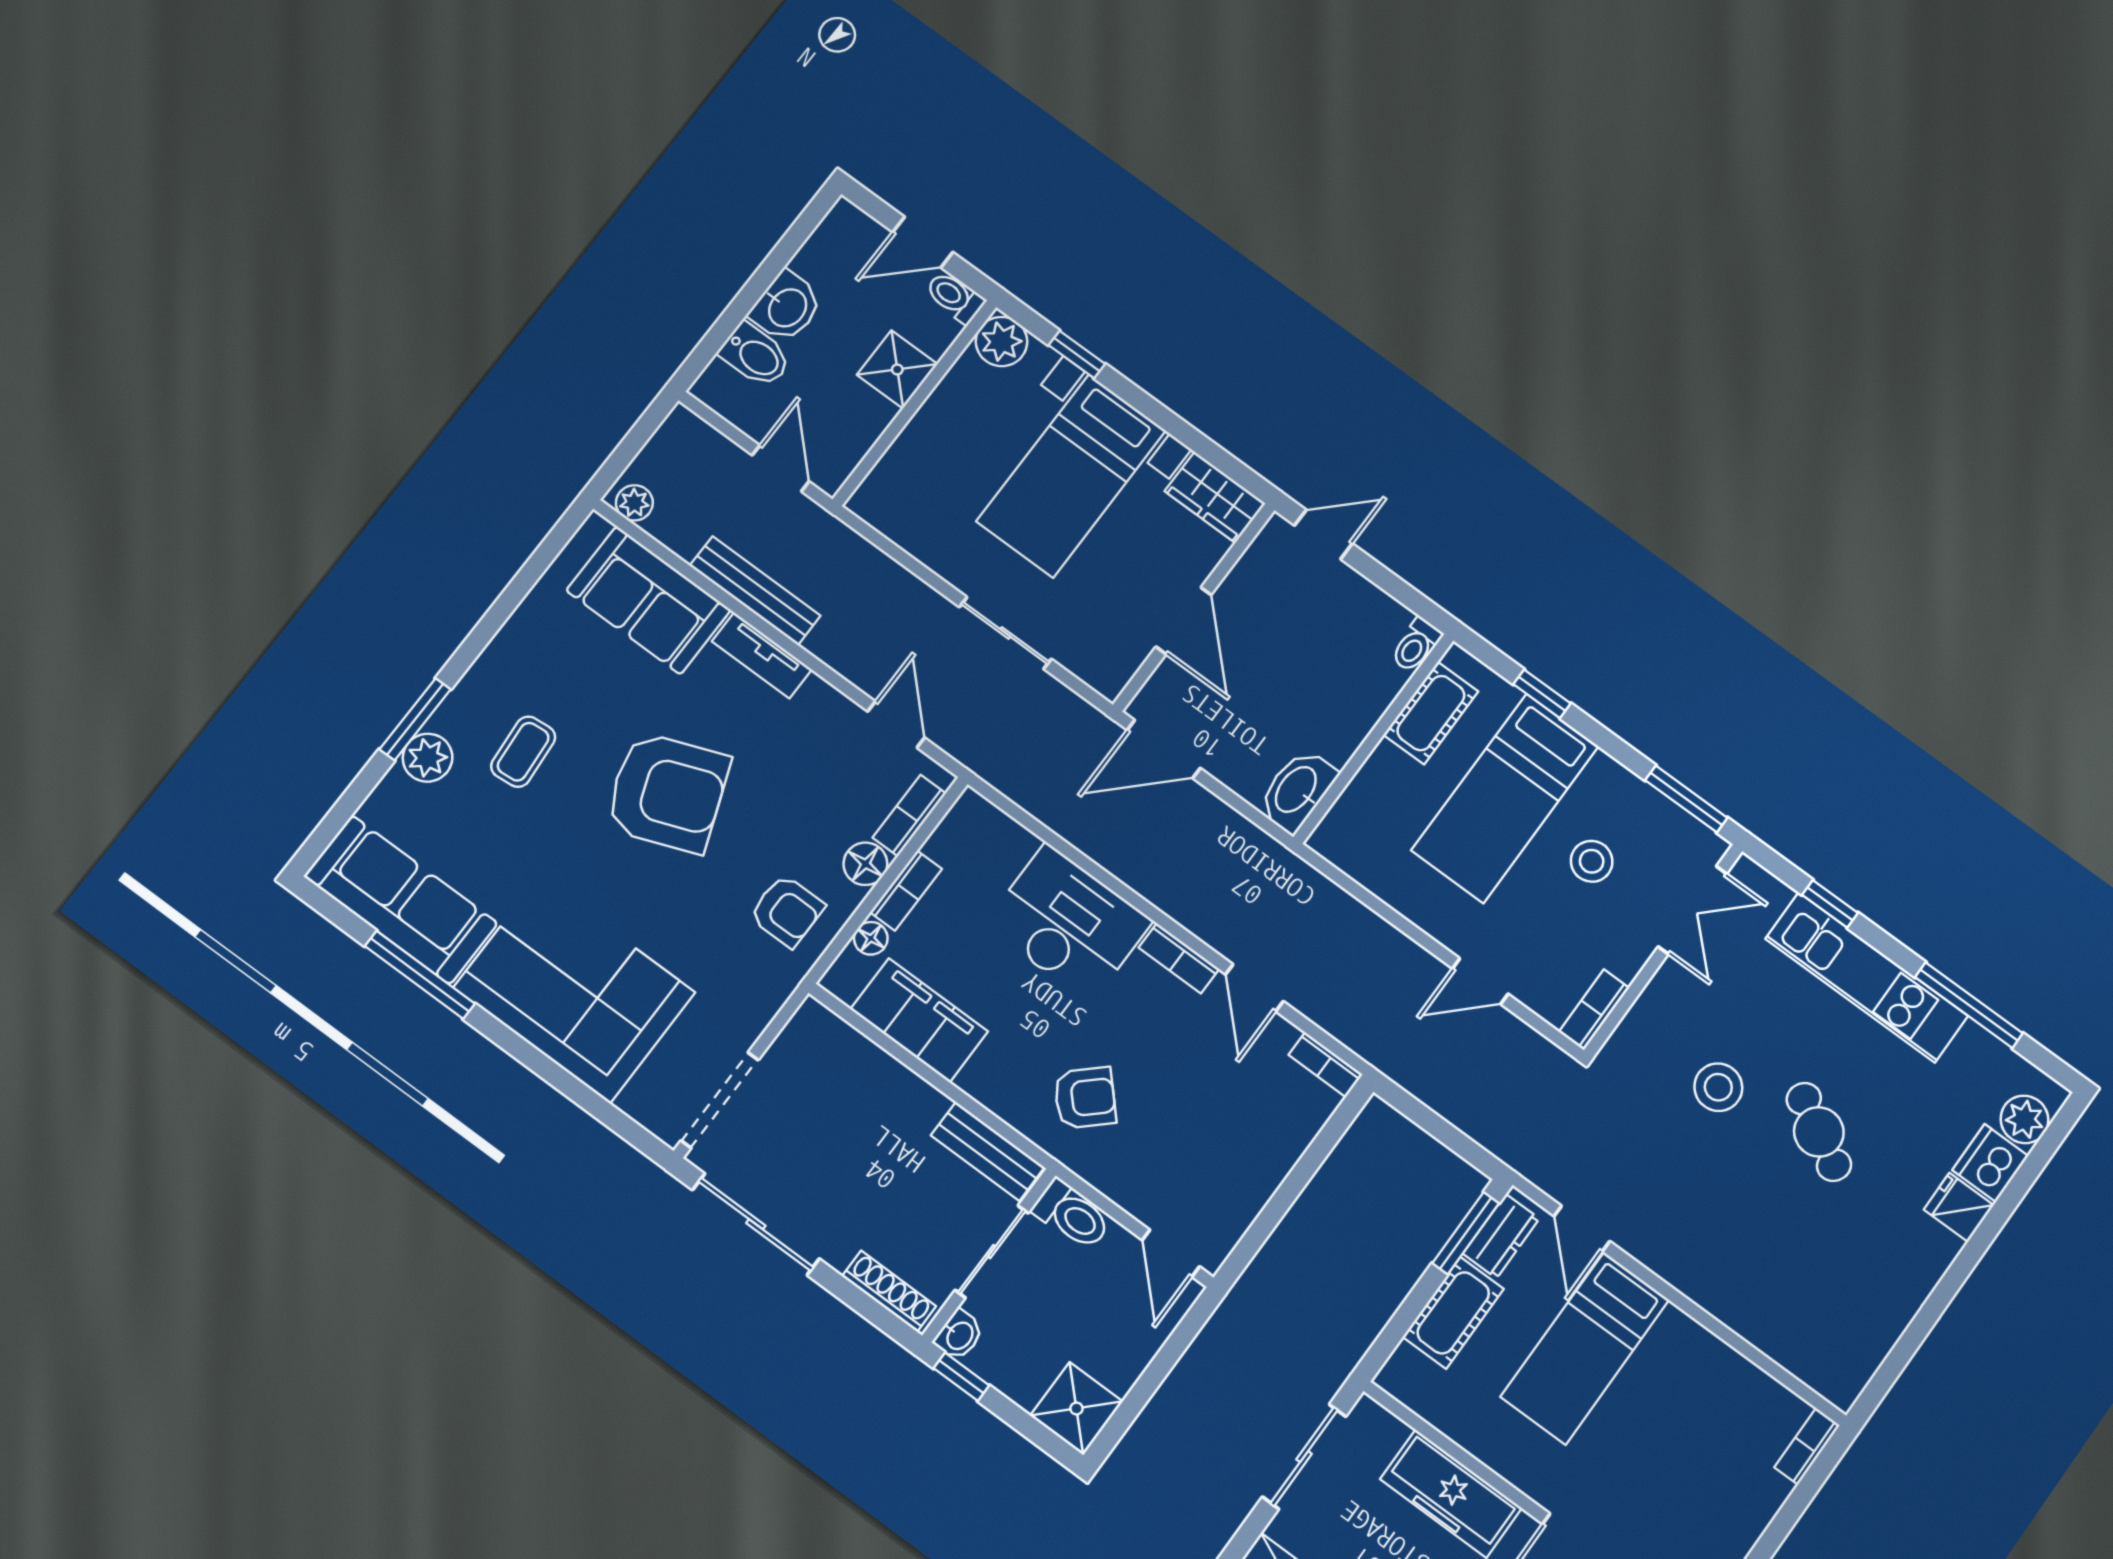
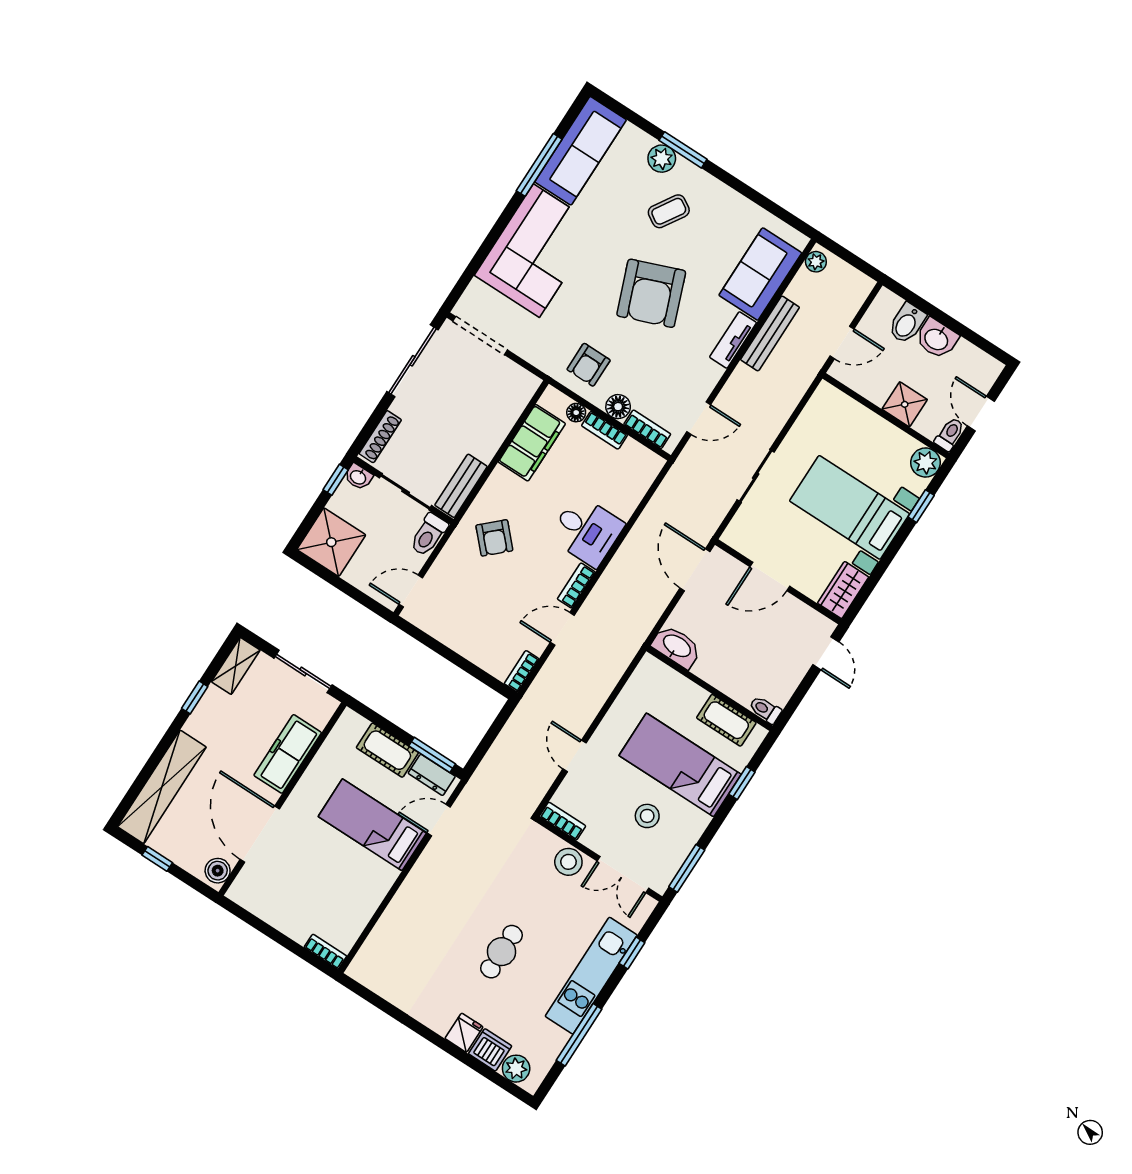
coffee table: (523, 752) -> (669, 211), turned -53
desk: (1068, 923) -> (587, 531), width x0.73
stool: (1718, 1087) -> (568, 862), moved
cafe table: (1819, 1132) -> (502, 952), turned -30
shower: (1076, 1409) -> (331, 542), width x1.36, depth x1.36

